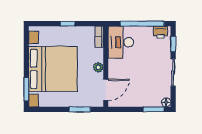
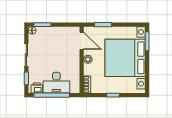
desk: (121, 42) -> (56, 83), moved, turned 90
door: (106, 90) -> (82, 41), swing flipped

